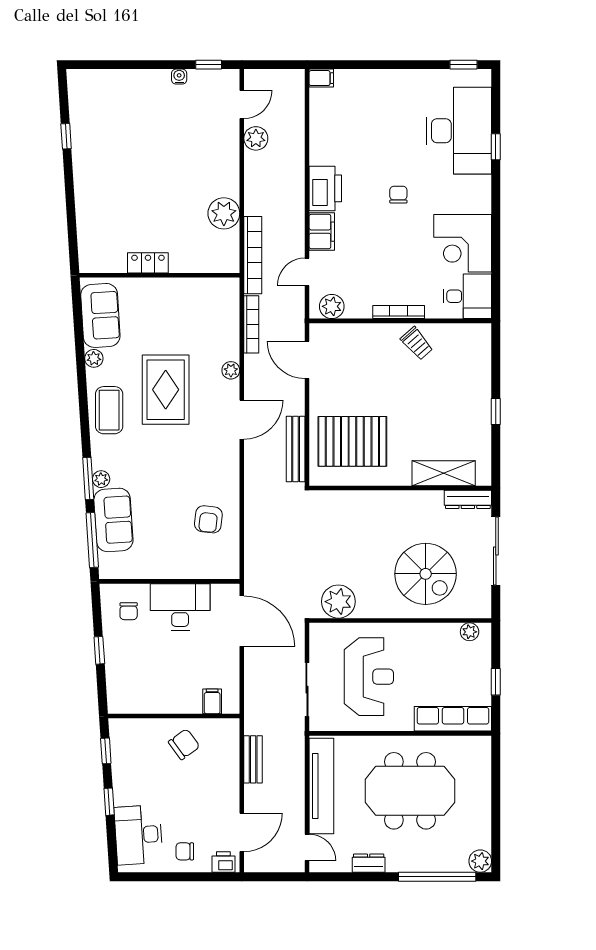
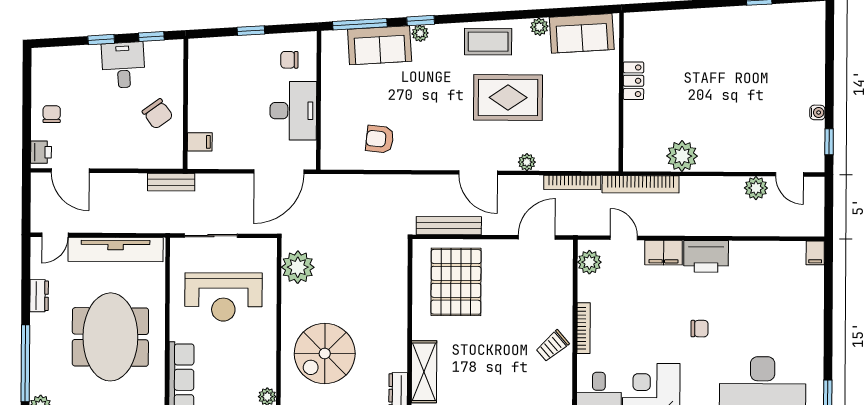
window: (88, 478) -> (421, 21), width x0.67
bench: (253, 759) -> (171, 182), moved
desk: (138, 835) -> (123, 65), moved, width x0.73

